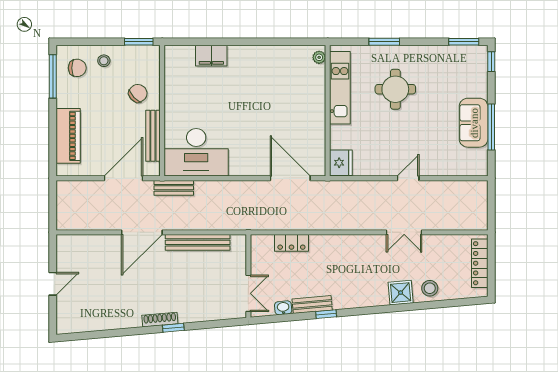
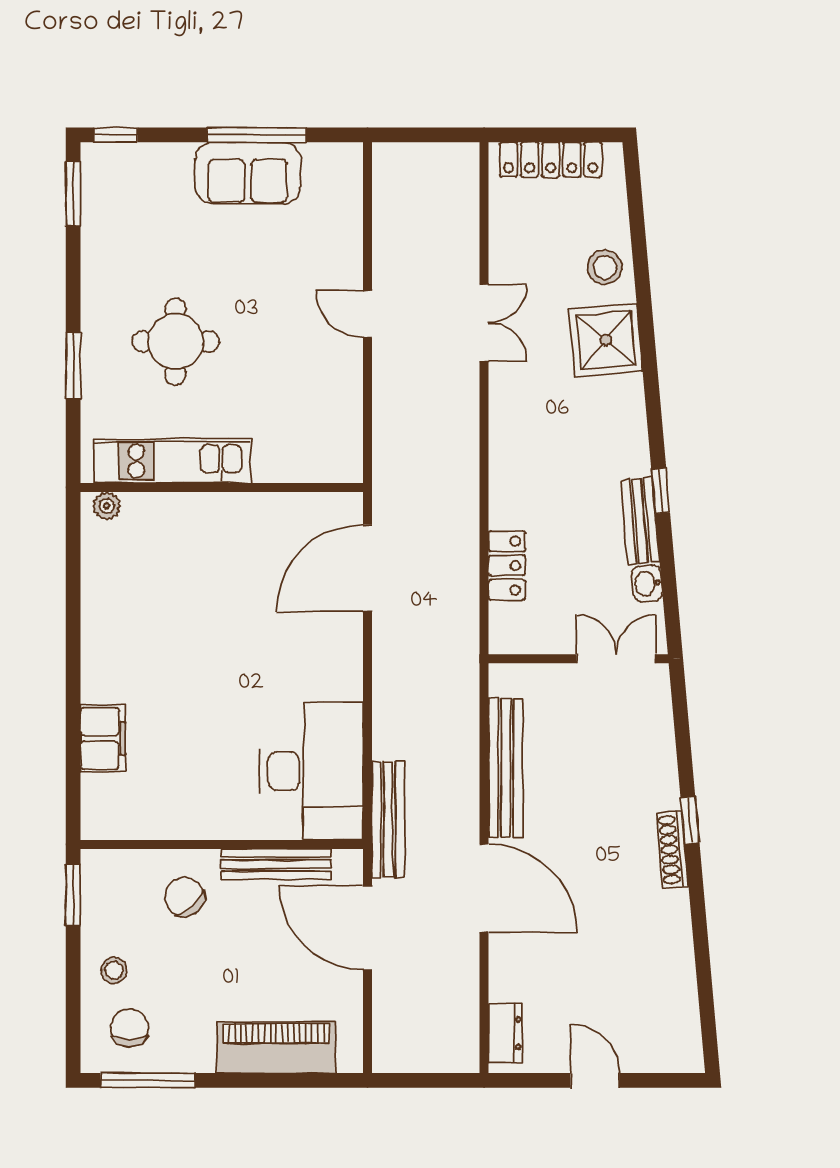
fridge: (341, 163) -> (334, 459), removed
bench: (174, 188) -> (388, 819), width x1.36
dresser: (75, 242) -> (505, 1033), added
shower: (401, 293) -> (606, 340), width x1.36, depth x1.36

